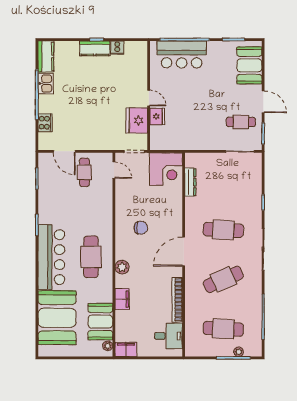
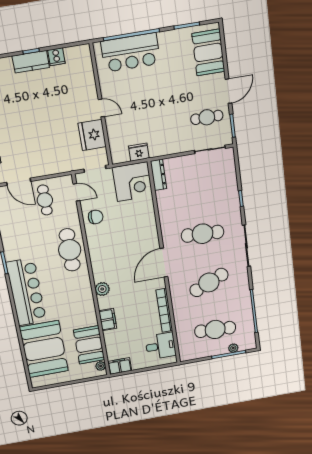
door: (263, 102) -> (229, 91), hinge flipped
fridge: (157, 116) -> (139, 152), moved, turned -90
dresser: (190, 182) -> (158, 175), moved
chair: (141, 228) -> (96, 217), moved
cafe table: (91, 257) -> (70, 250), moved

